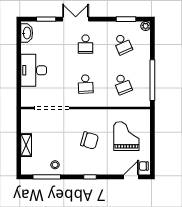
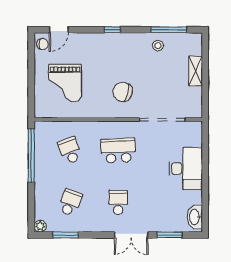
school desk: (123, 44) -> (70, 203), turned 45
school desk: (86, 84) -> (118, 151), width x1.85
chair: (90, 140) -> (123, 92), moved

